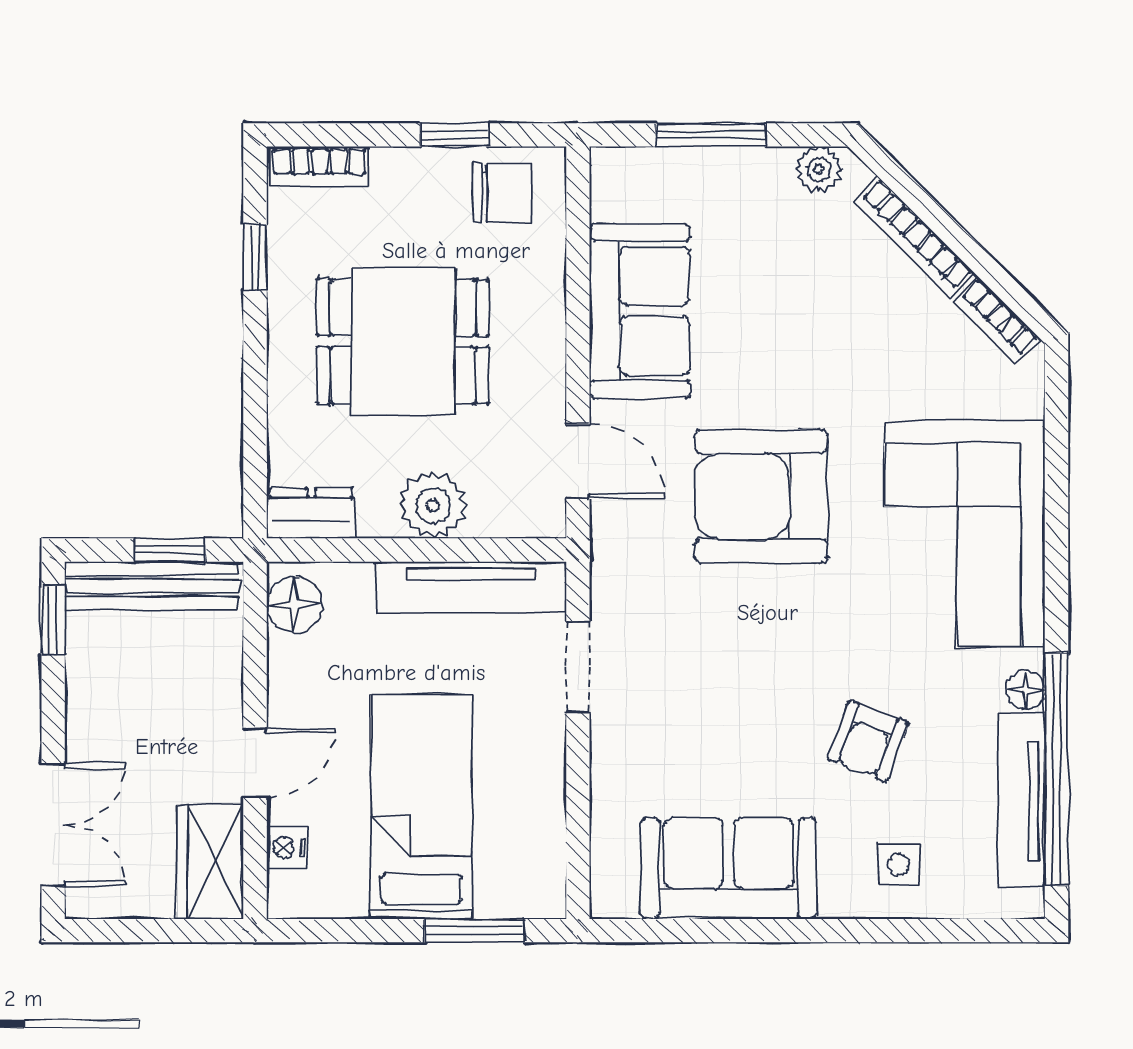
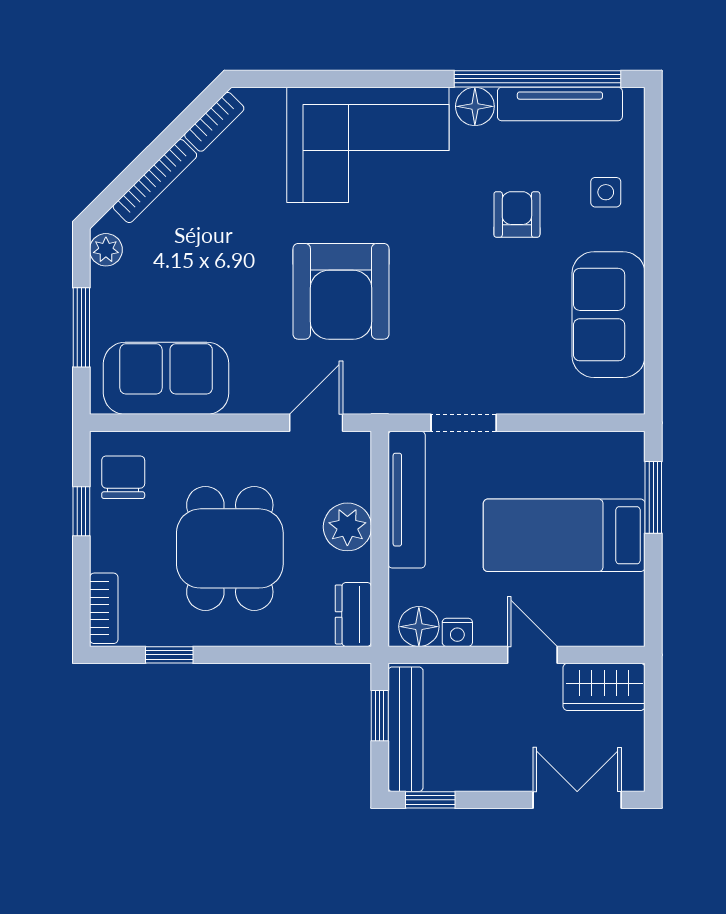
sofa: (640, 311) -> (166, 378), moved
floor lamp: (1025, 690) -> (475, 106), width x1.37, depth x1.37
armchair: (868, 741) -> (517, 214), turned -111
nightstand: (286, 847) -> (457, 632), moved

